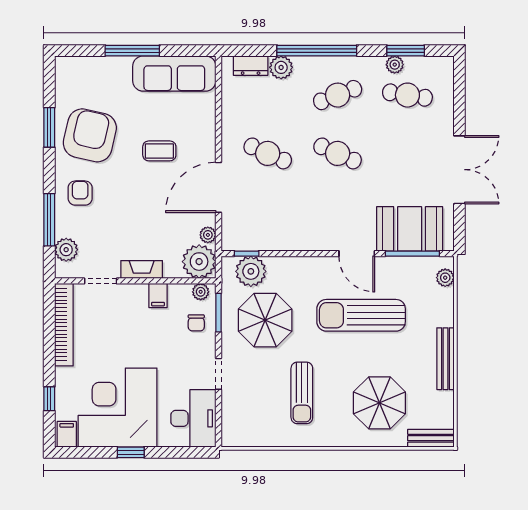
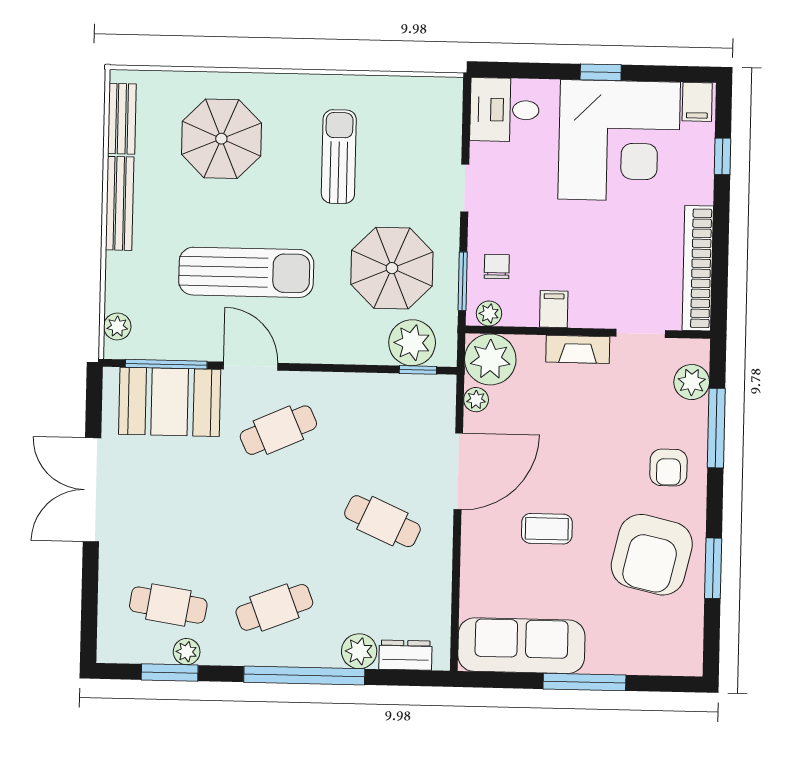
cafe table: (338, 153) -> (278, 430), moved, turned -48
desk: (193, 418) -> (505, 110), width x0.73
bench: (431, 438) -> (122, 119), moved, turned 90

